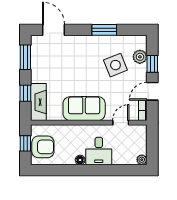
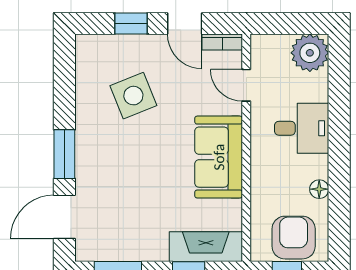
window: (104, 30) -> (64, 154), moved
plant: (140, 57) -> (117, 48), removed
floor lamp: (80, 160) -> (319, 189), moved
plant: (142, 160) -> (310, 53), width x1.88, depth x1.88

